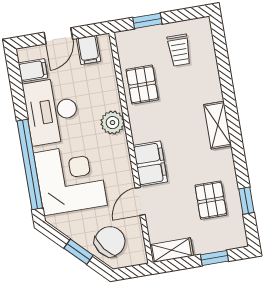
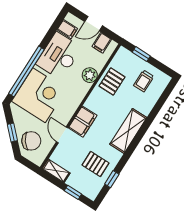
plant: (113, 123) -> (90, 75), moved
shelving: (218, 125) -> (128, 131), width x1.50, depth x1.33
pallet: (211, 200) -> (95, 164), turned 90
door: (140, 201) -> (62, 135), hinge flipped

